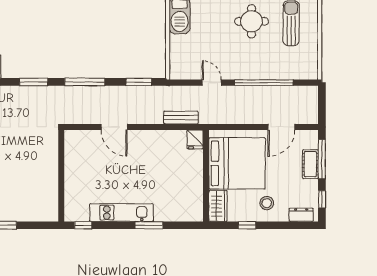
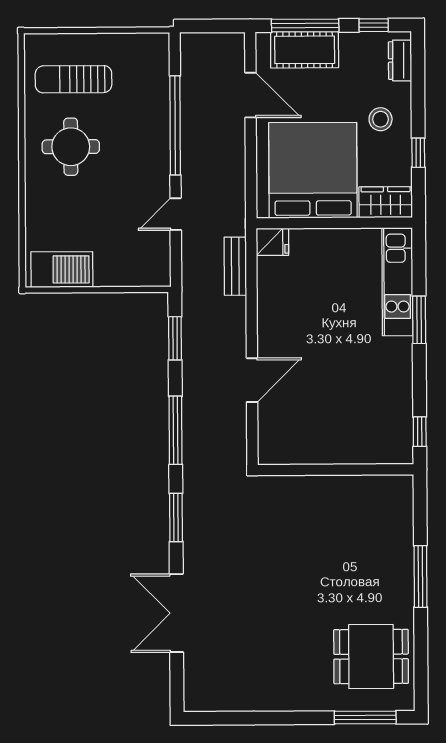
cot: (310, 164) -> (305, 50), width x1.37, depth x1.34
kitchen unit: (121, 213) -> (397, 282), moved

